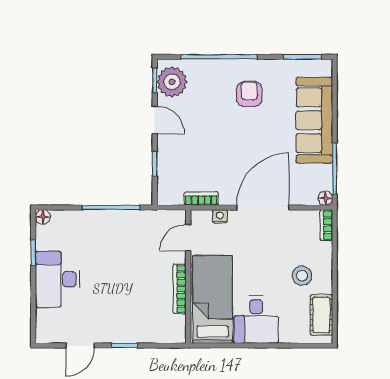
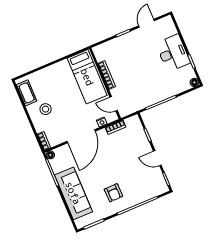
plant: (172, 82) -> (157, 182), removed
door: (188, 238) -> (114, 104), swing flipped
desk: (256, 320) -> (60, 76), removed

